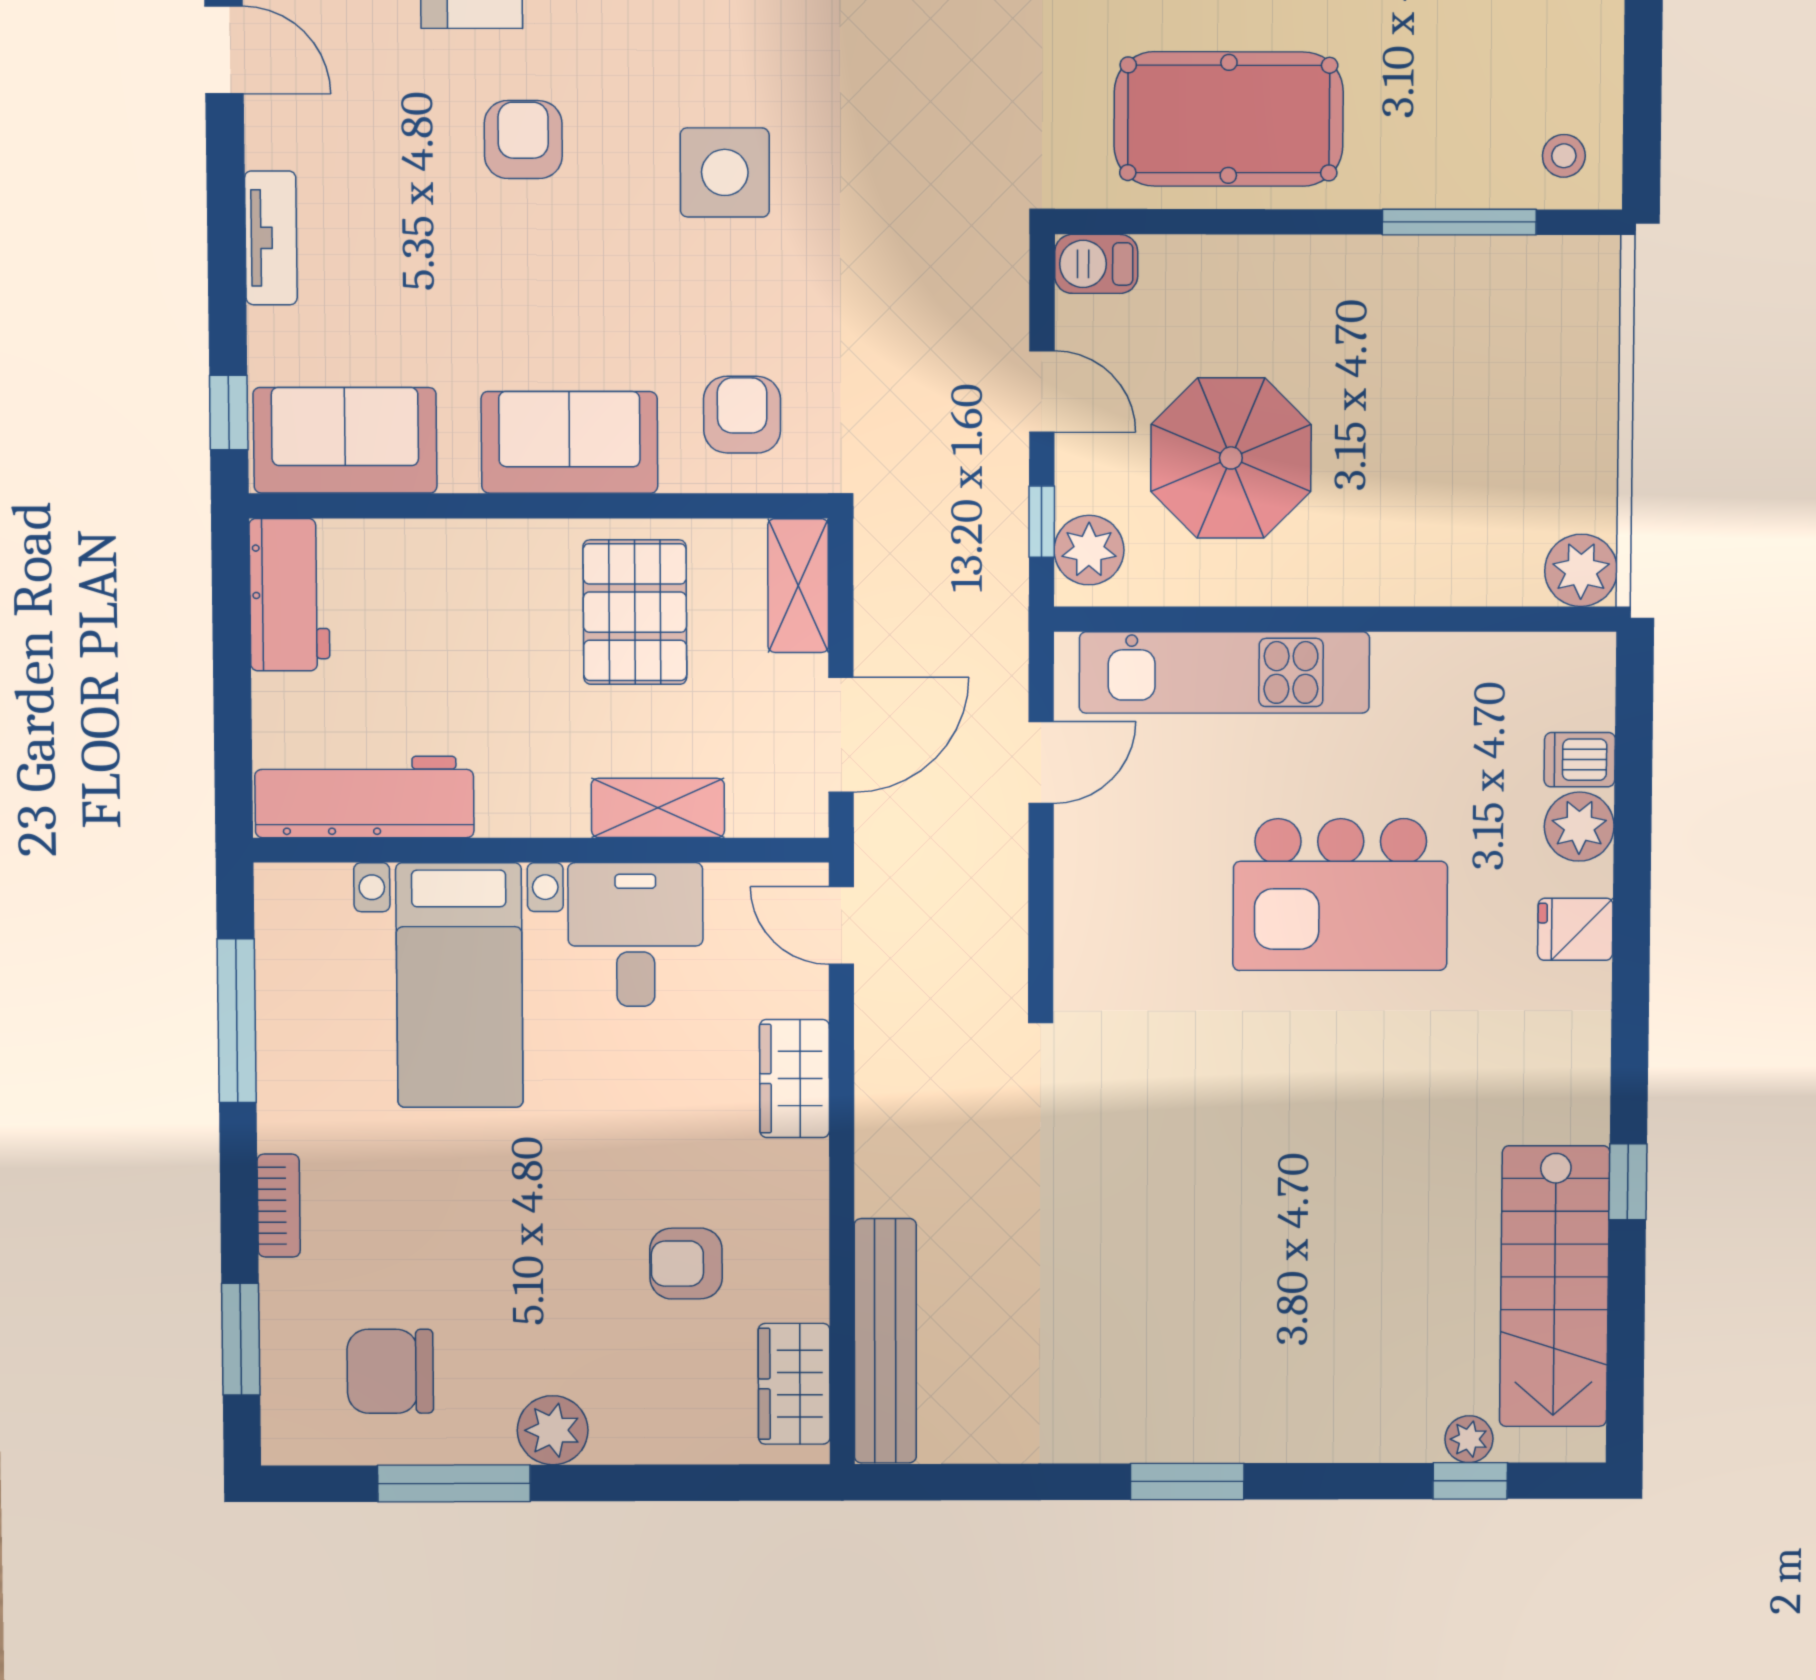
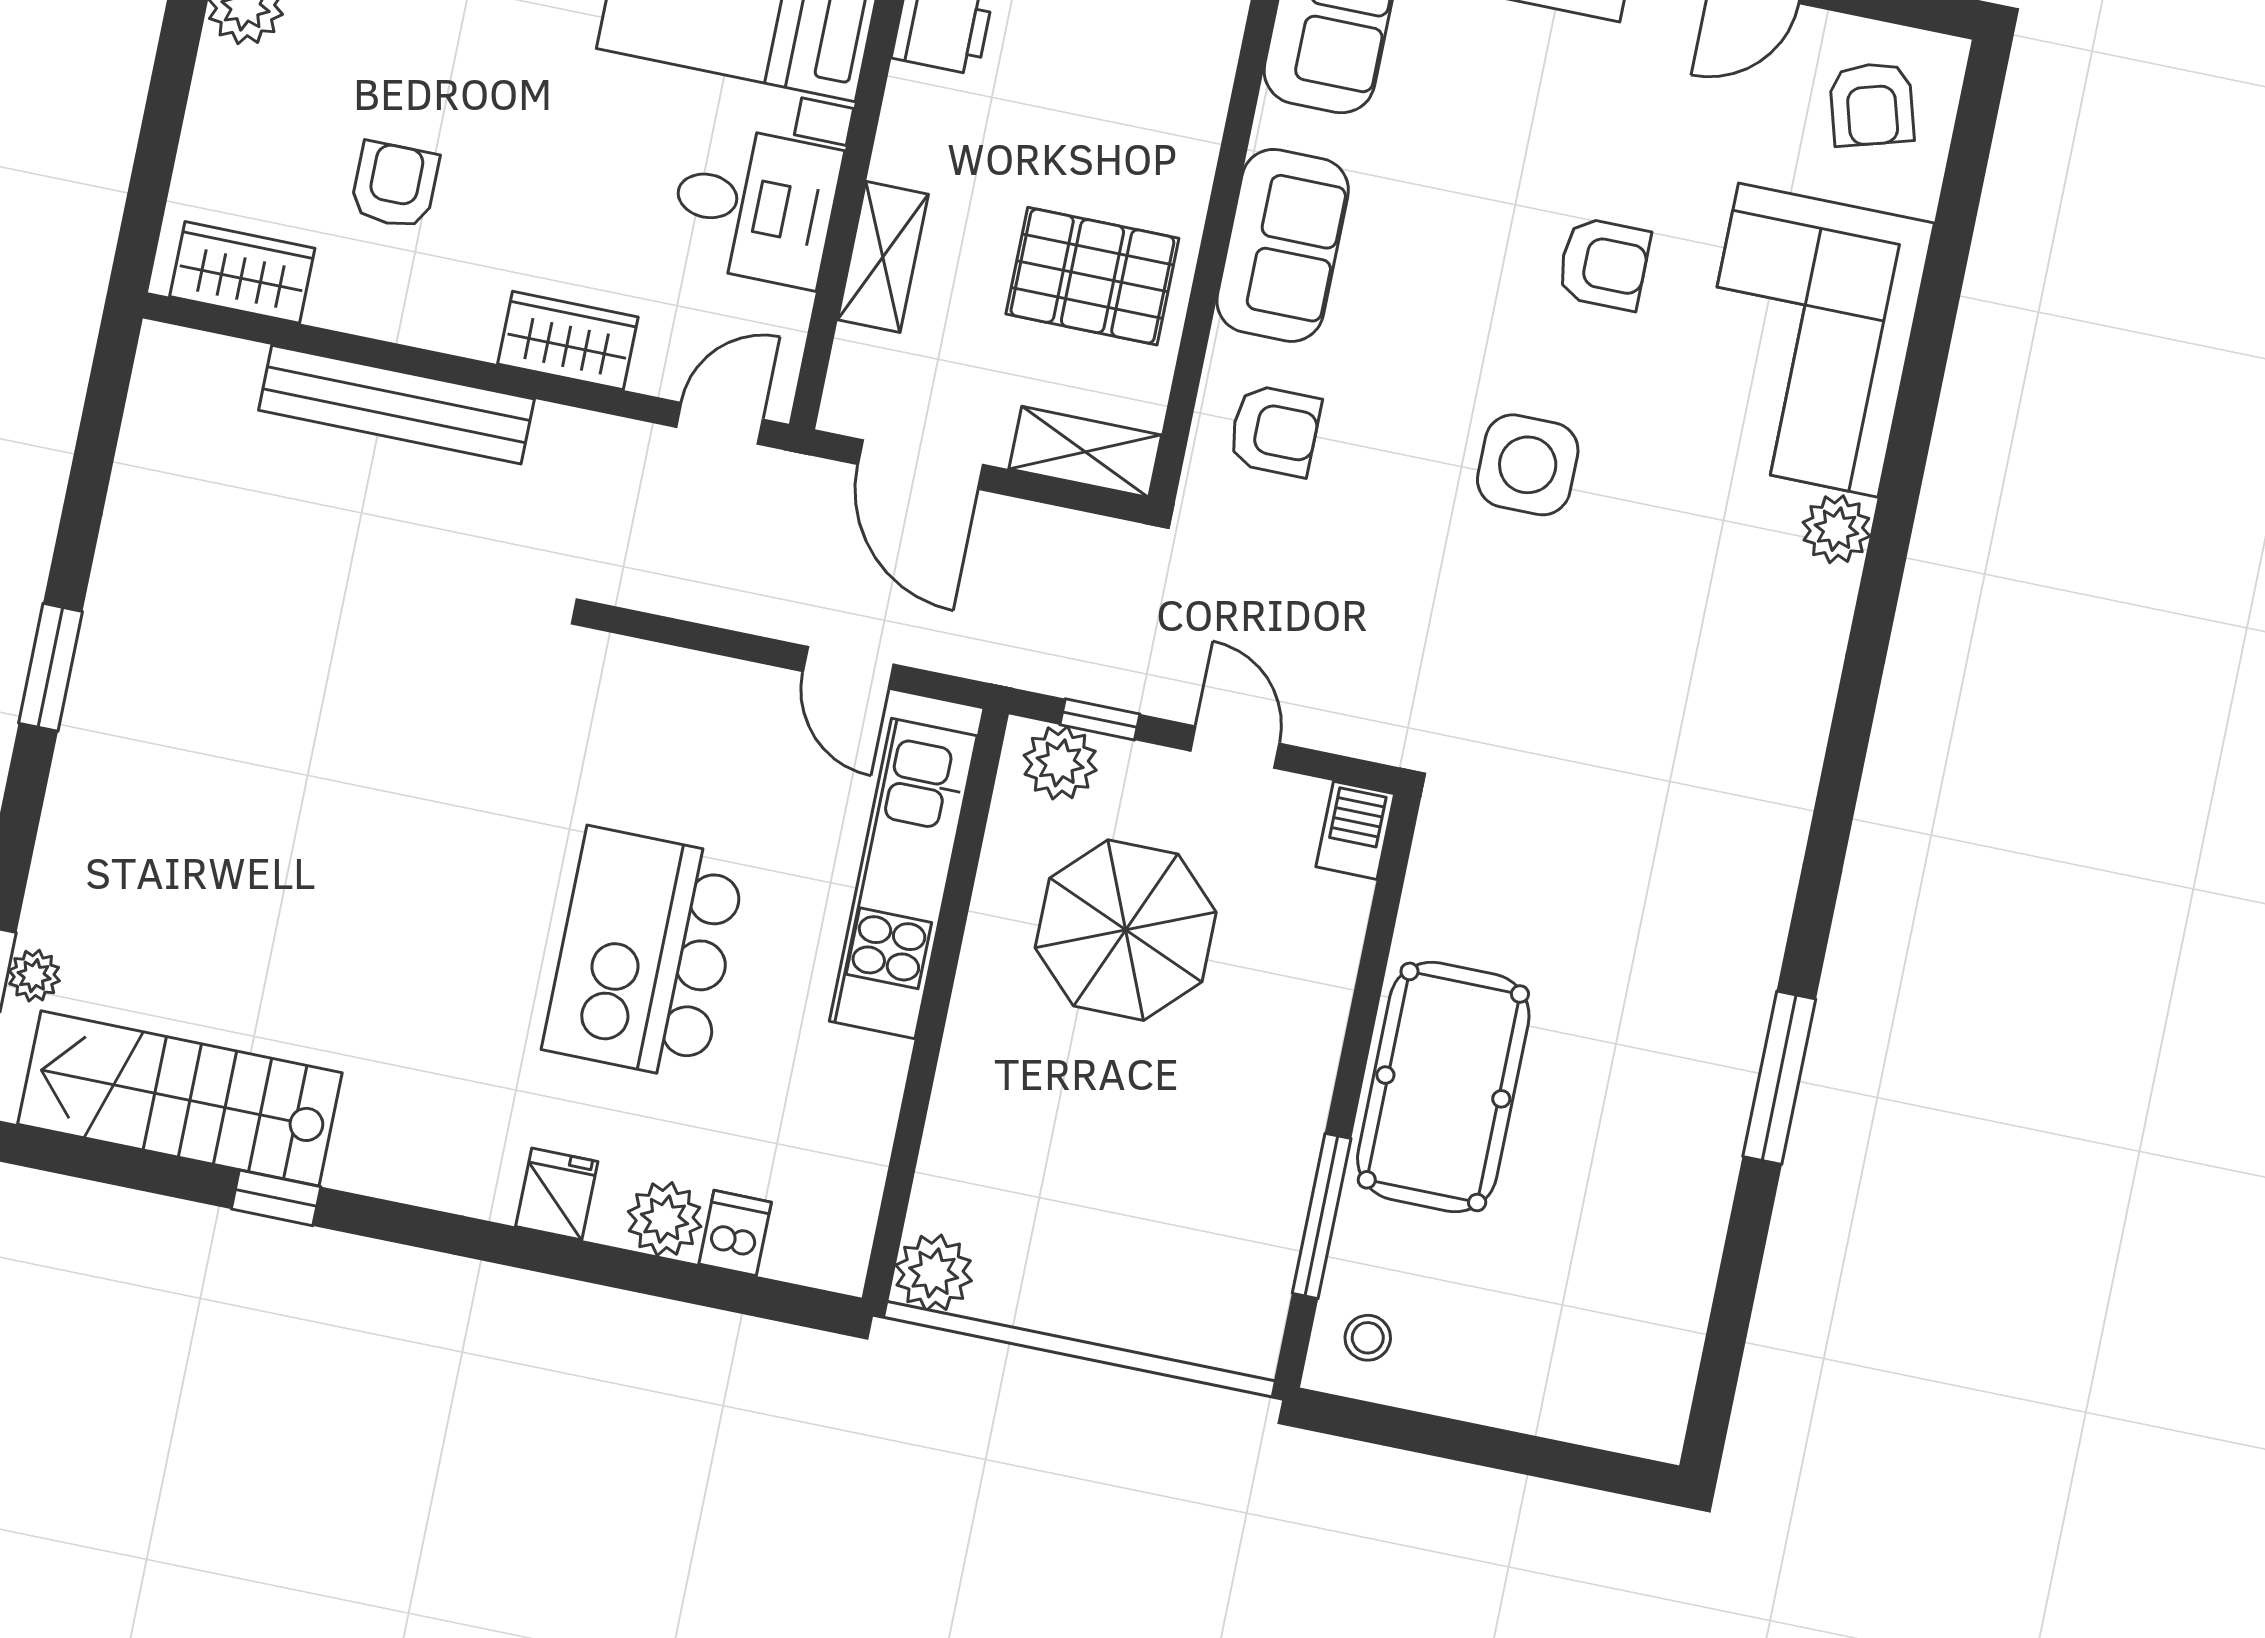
pool table: (1229, 119) -> (1443, 1087), moved
door: (1042, 391) -> (1235, 747), swing flipped
bench: (885, 1341) -> (396, 405), moved

